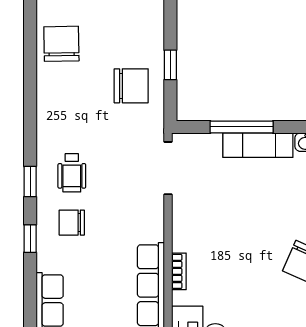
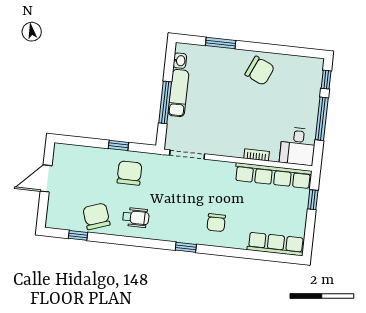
chair: (61, 44) -> (96, 216), turned 72
wheelchair: (72, 173) -> (136, 217), moved
window: (30, 239) -> (78, 235), moved

